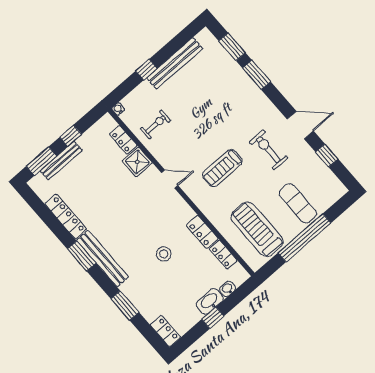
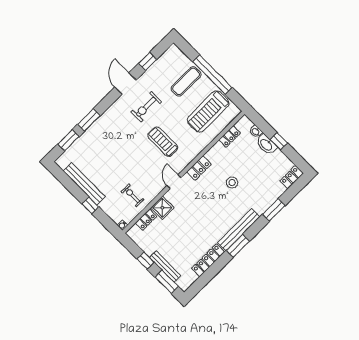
treadmill: (222, 168) -> (163, 142), turned 180
locker: (202, 232) -> (199, 168), moved

